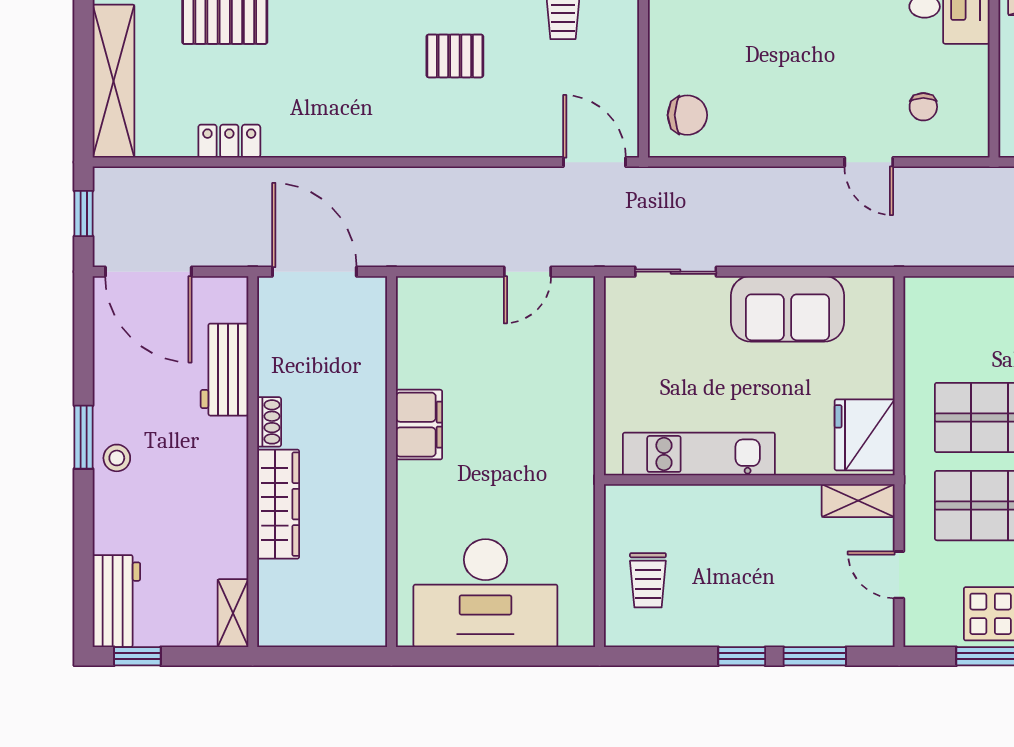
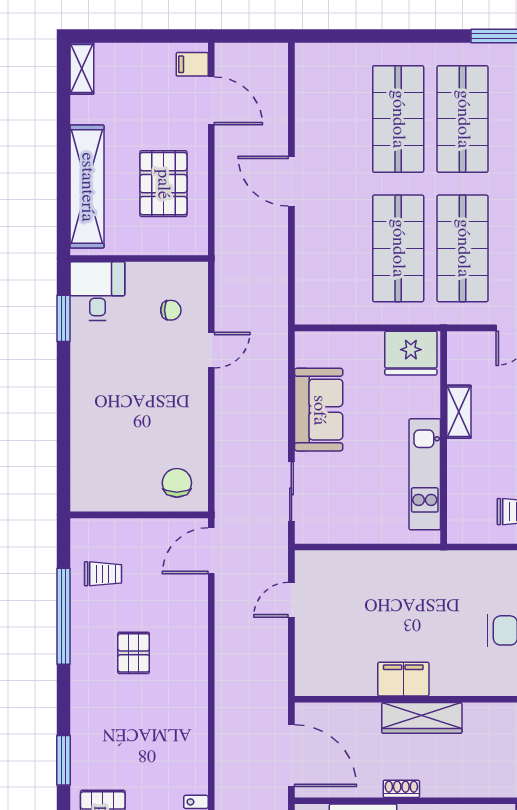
door: (314, 272) -> (291, 756), swing flipped
door: (528, 272) -> (291, 600), swing flipped
shelving: (858, 501) -> (459, 412), moved
wardrobe: (278, 504) -> (422, 718), moved, turned 180

